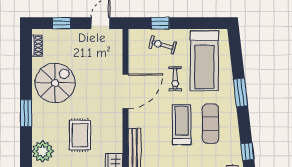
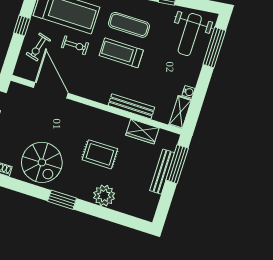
window: (160, 23) -> (22, 26), moved
spiral stairs: (55, 83) -> (42, 162), turned 180
door: (125, 91) -> (51, 90), moved

